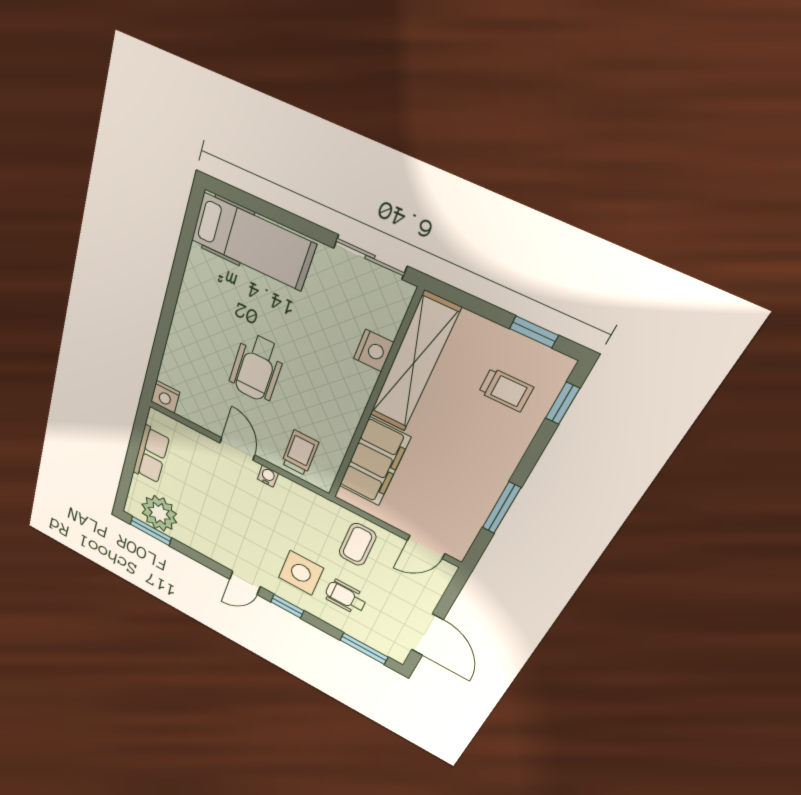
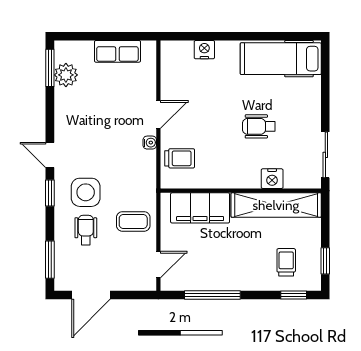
hospital bed: (253, 242) -> (281, 59), moved, turned 90
wheelchair: (257, 368) -> (259, 126), moved, width x0.73, depth x0.73
trolley: (506, 390) -> (286, 262), turned 180
nightstand: (165, 397) -> (204, 50), moved, turned 90
window: (501, 508) -> (212, 295), width x1.44
plant: (159, 513) -> (66, 75), width x0.73, depth x0.73
door: (426, 547) -> (158, 265), swing flipped

